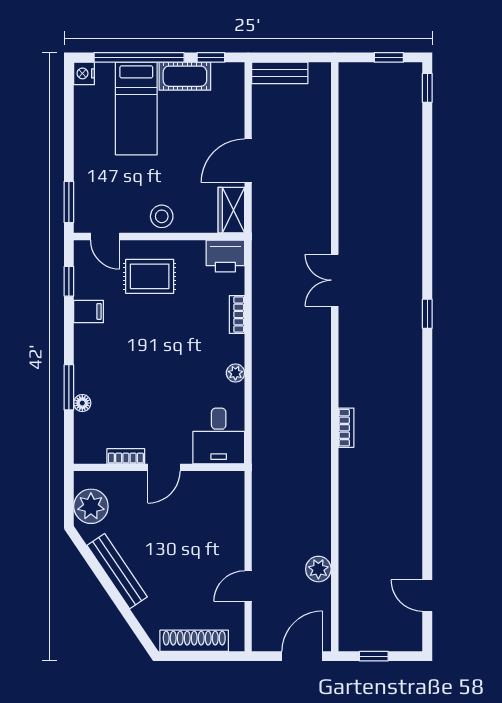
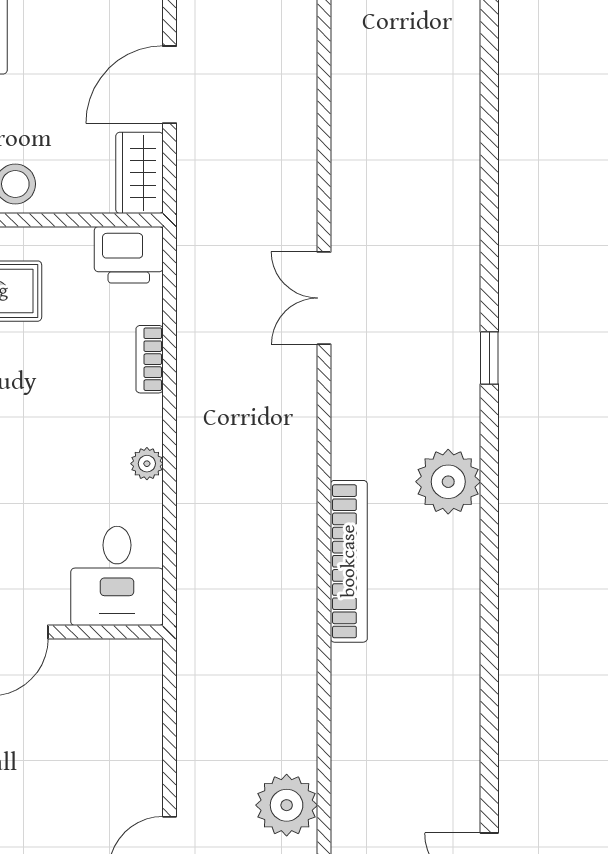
plant: (404, 383) -> (448, 482), added
bookcase: (346, 428) -> (349, 561), width x2.31, depth x1.31
plant: (318, 569) -> (287, 805), width x1.36, depth x1.36

